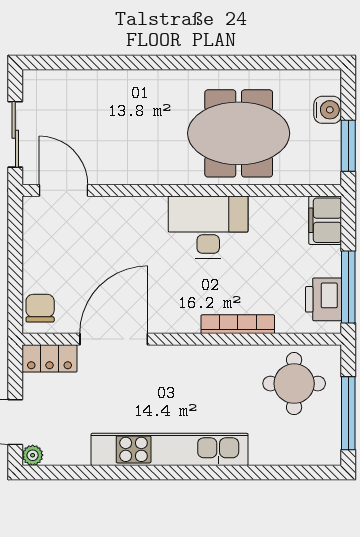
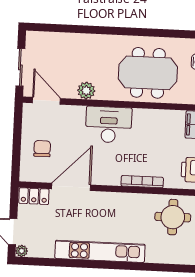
plant: (132, 170) -> (86, 91), added
desk: (208, 227) -> (109, 125), moved
chair: (40, 308) -> (42, 149), moved

